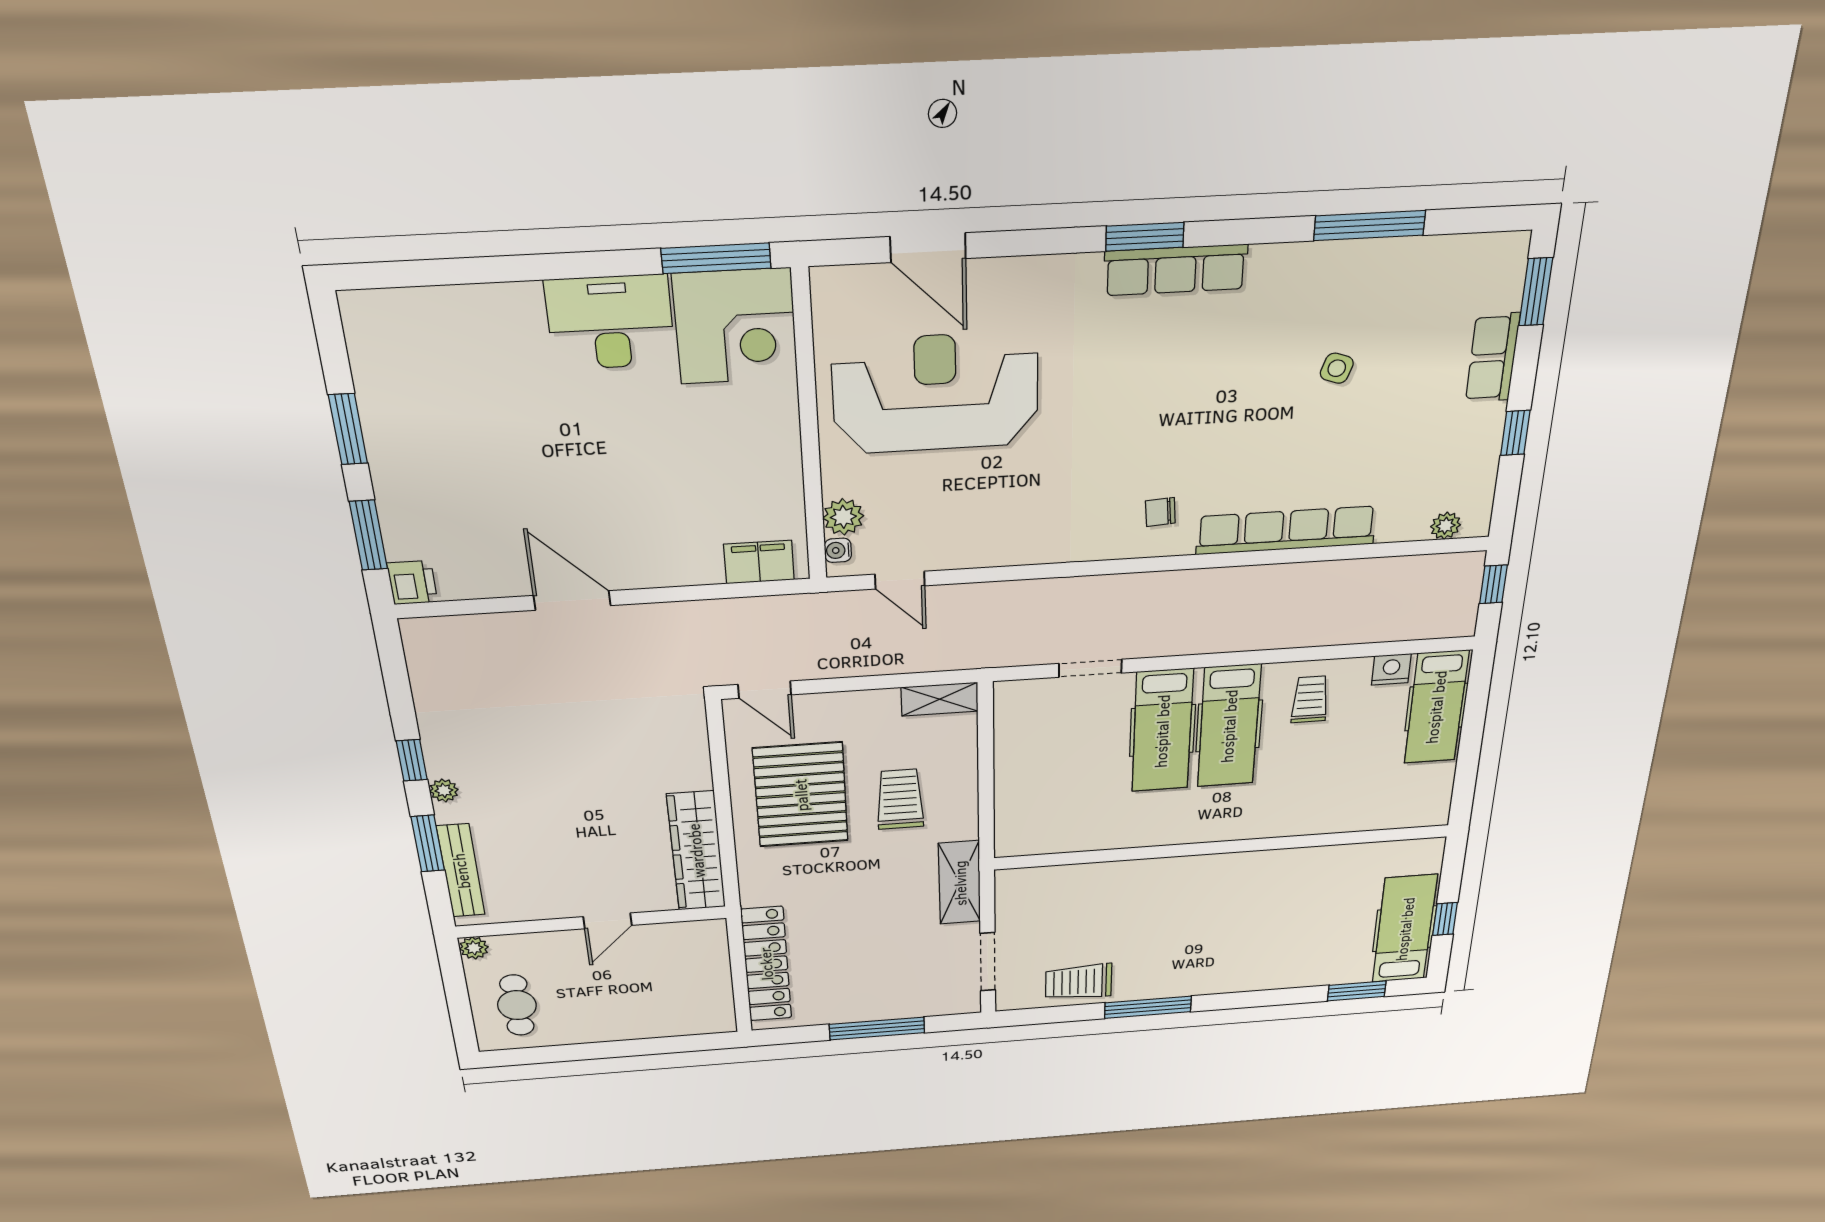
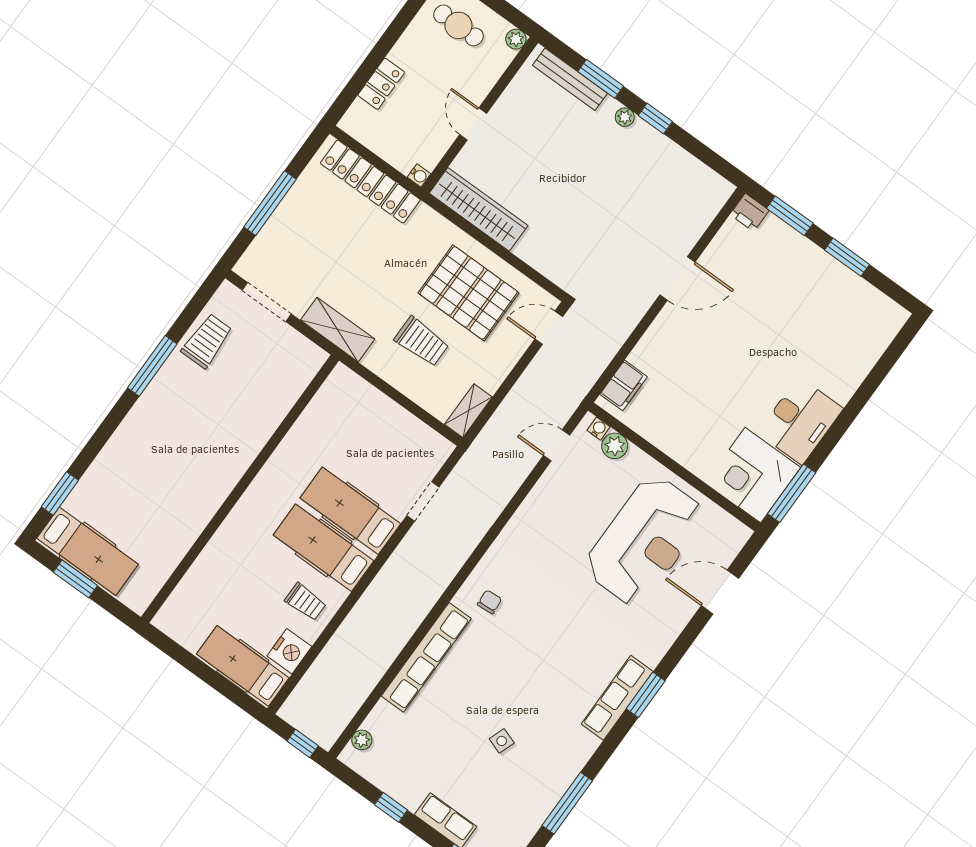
nightstand: (1391, 669) -> (289, 651), width x1.36, depth x1.33
window: (1445, 919) -> (75, 579), width x1.50
water cooler: (715, 928) -> (419, 175), added
locker: (652, 1025) -> (381, 84), added

